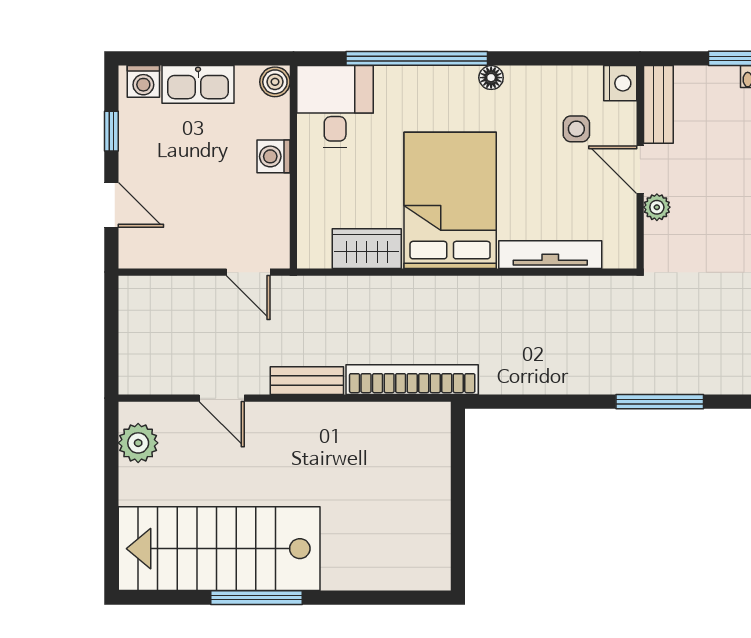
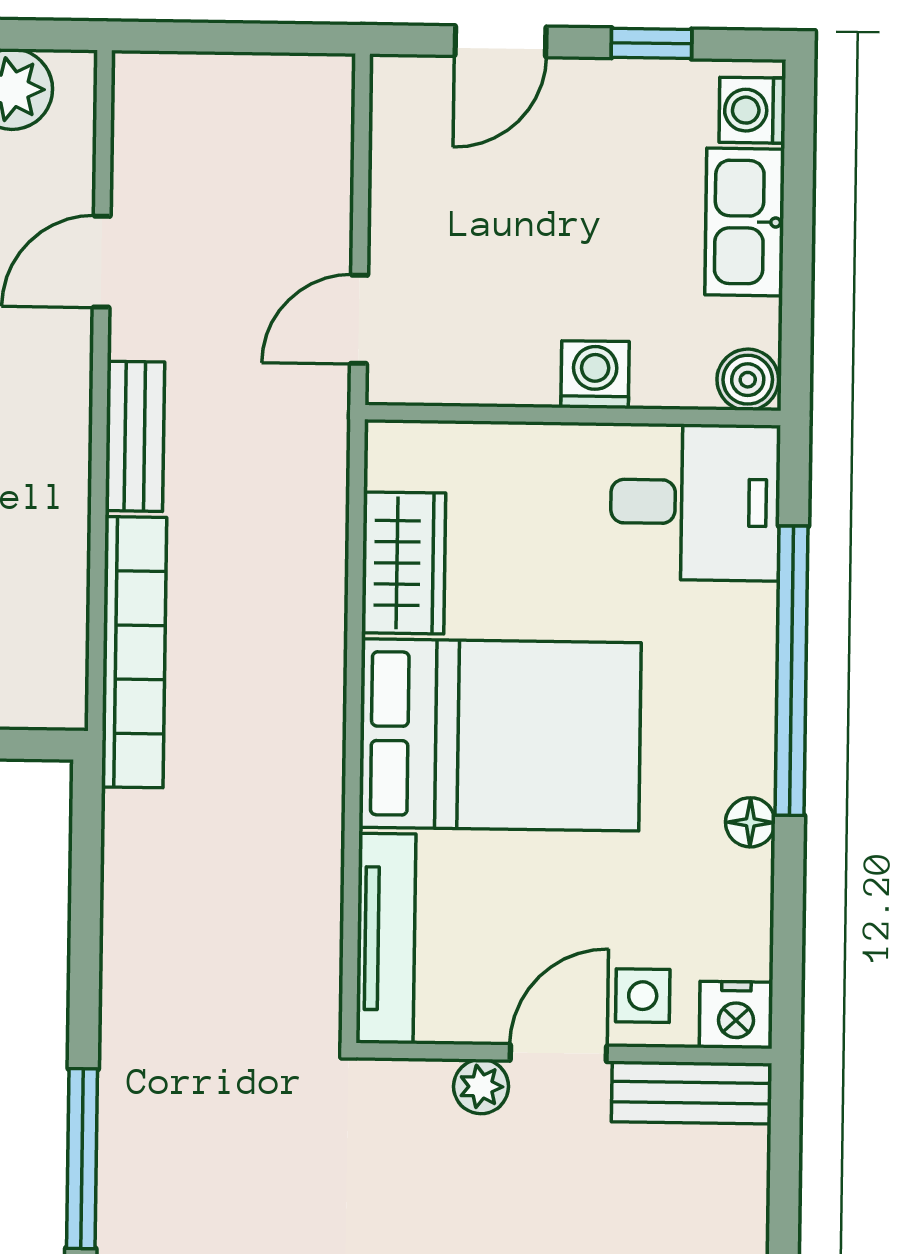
nightstand: (620, 83) -> (736, 1015), moved
bench: (658, 104) -> (692, 1093), moved
wall: (640, 167) -> (564, 1053), moved
door: (640, 170) -> (558, 1053), moved
plant: (657, 207) -> (481, 1086), moved

